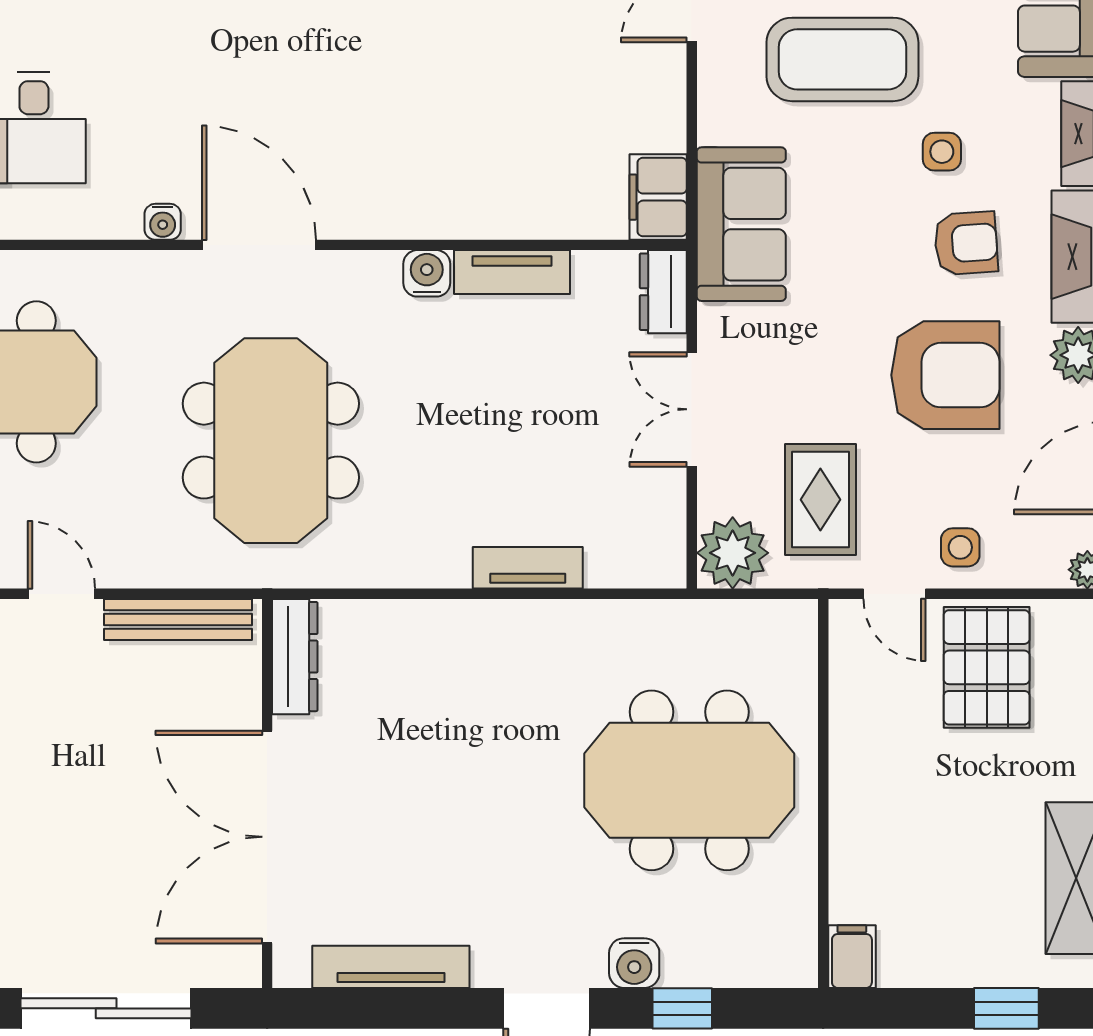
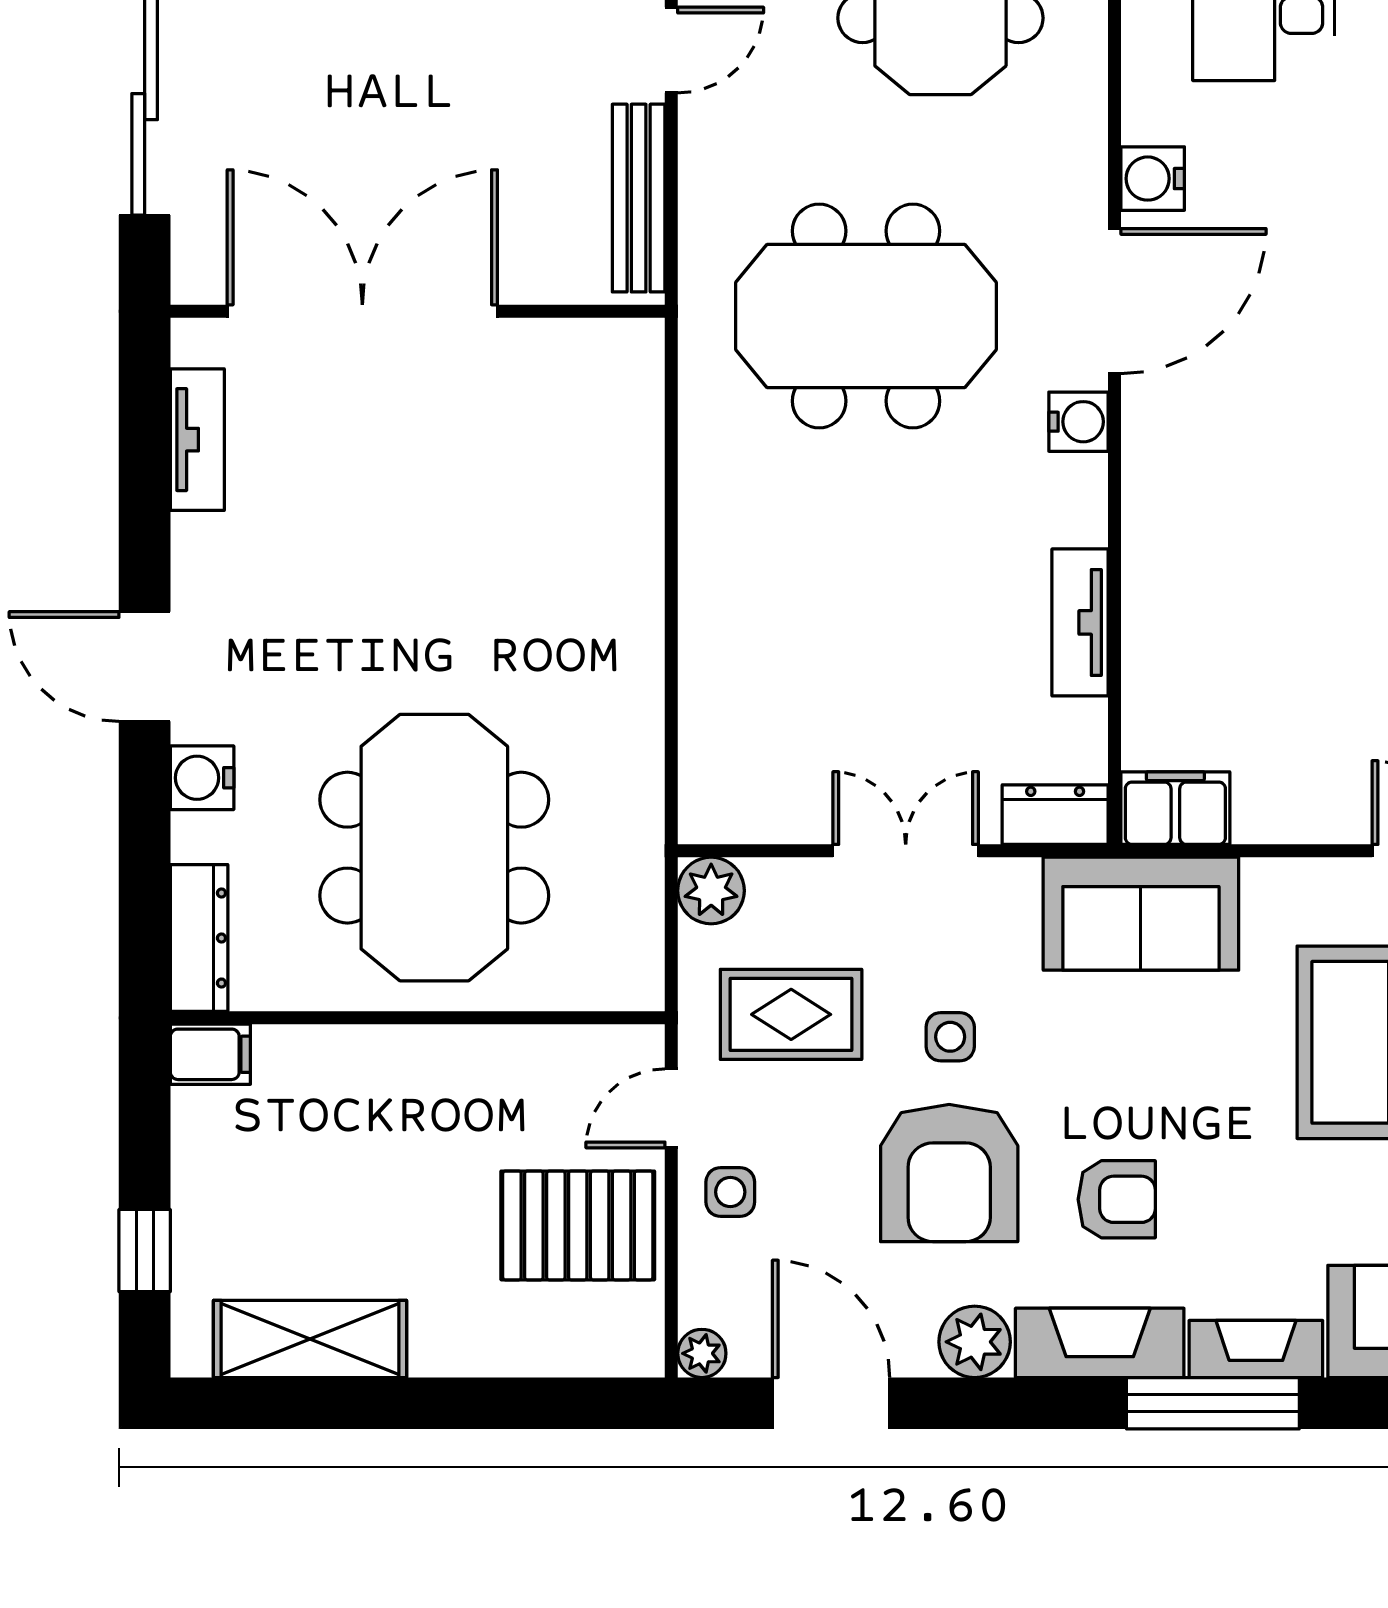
side table: (942, 152) -> (950, 1037), moved
water cooler: (163, 222) -> (1153, 179), width x1.38, depth x1.38
armchair: (966, 243) -> (1117, 1199), turned -86
water cooler: (427, 273) -> (1078, 422), moved
plant: (733, 553) -> (711, 891), width x0.73, depth x0.73
tv unit: (528, 568) -> (704, 642), removed
dresser: (295, 657) -> (199, 938), moved, turned -90
tv unit: (391, 967) -> (197, 440), width x0.71
window: (682, 1008) -> (145, 839), removed

